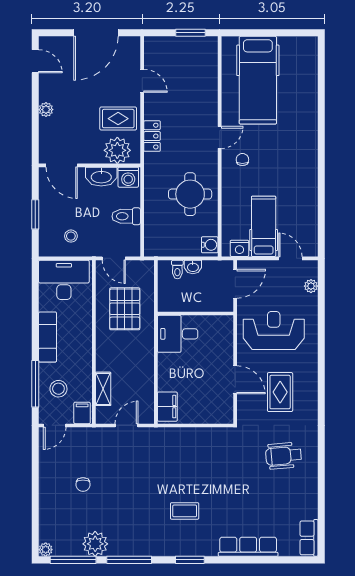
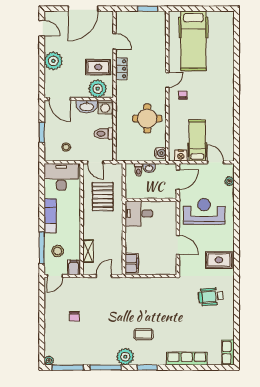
plant: (46, 110) -> (53, 61), width x1.88, depth x1.88
locker: (152, 136) -> (121, 69), moved
rug: (280, 392) -> (219, 260), moved, turned 90
plant: (95, 544) -> (125, 357), moved

